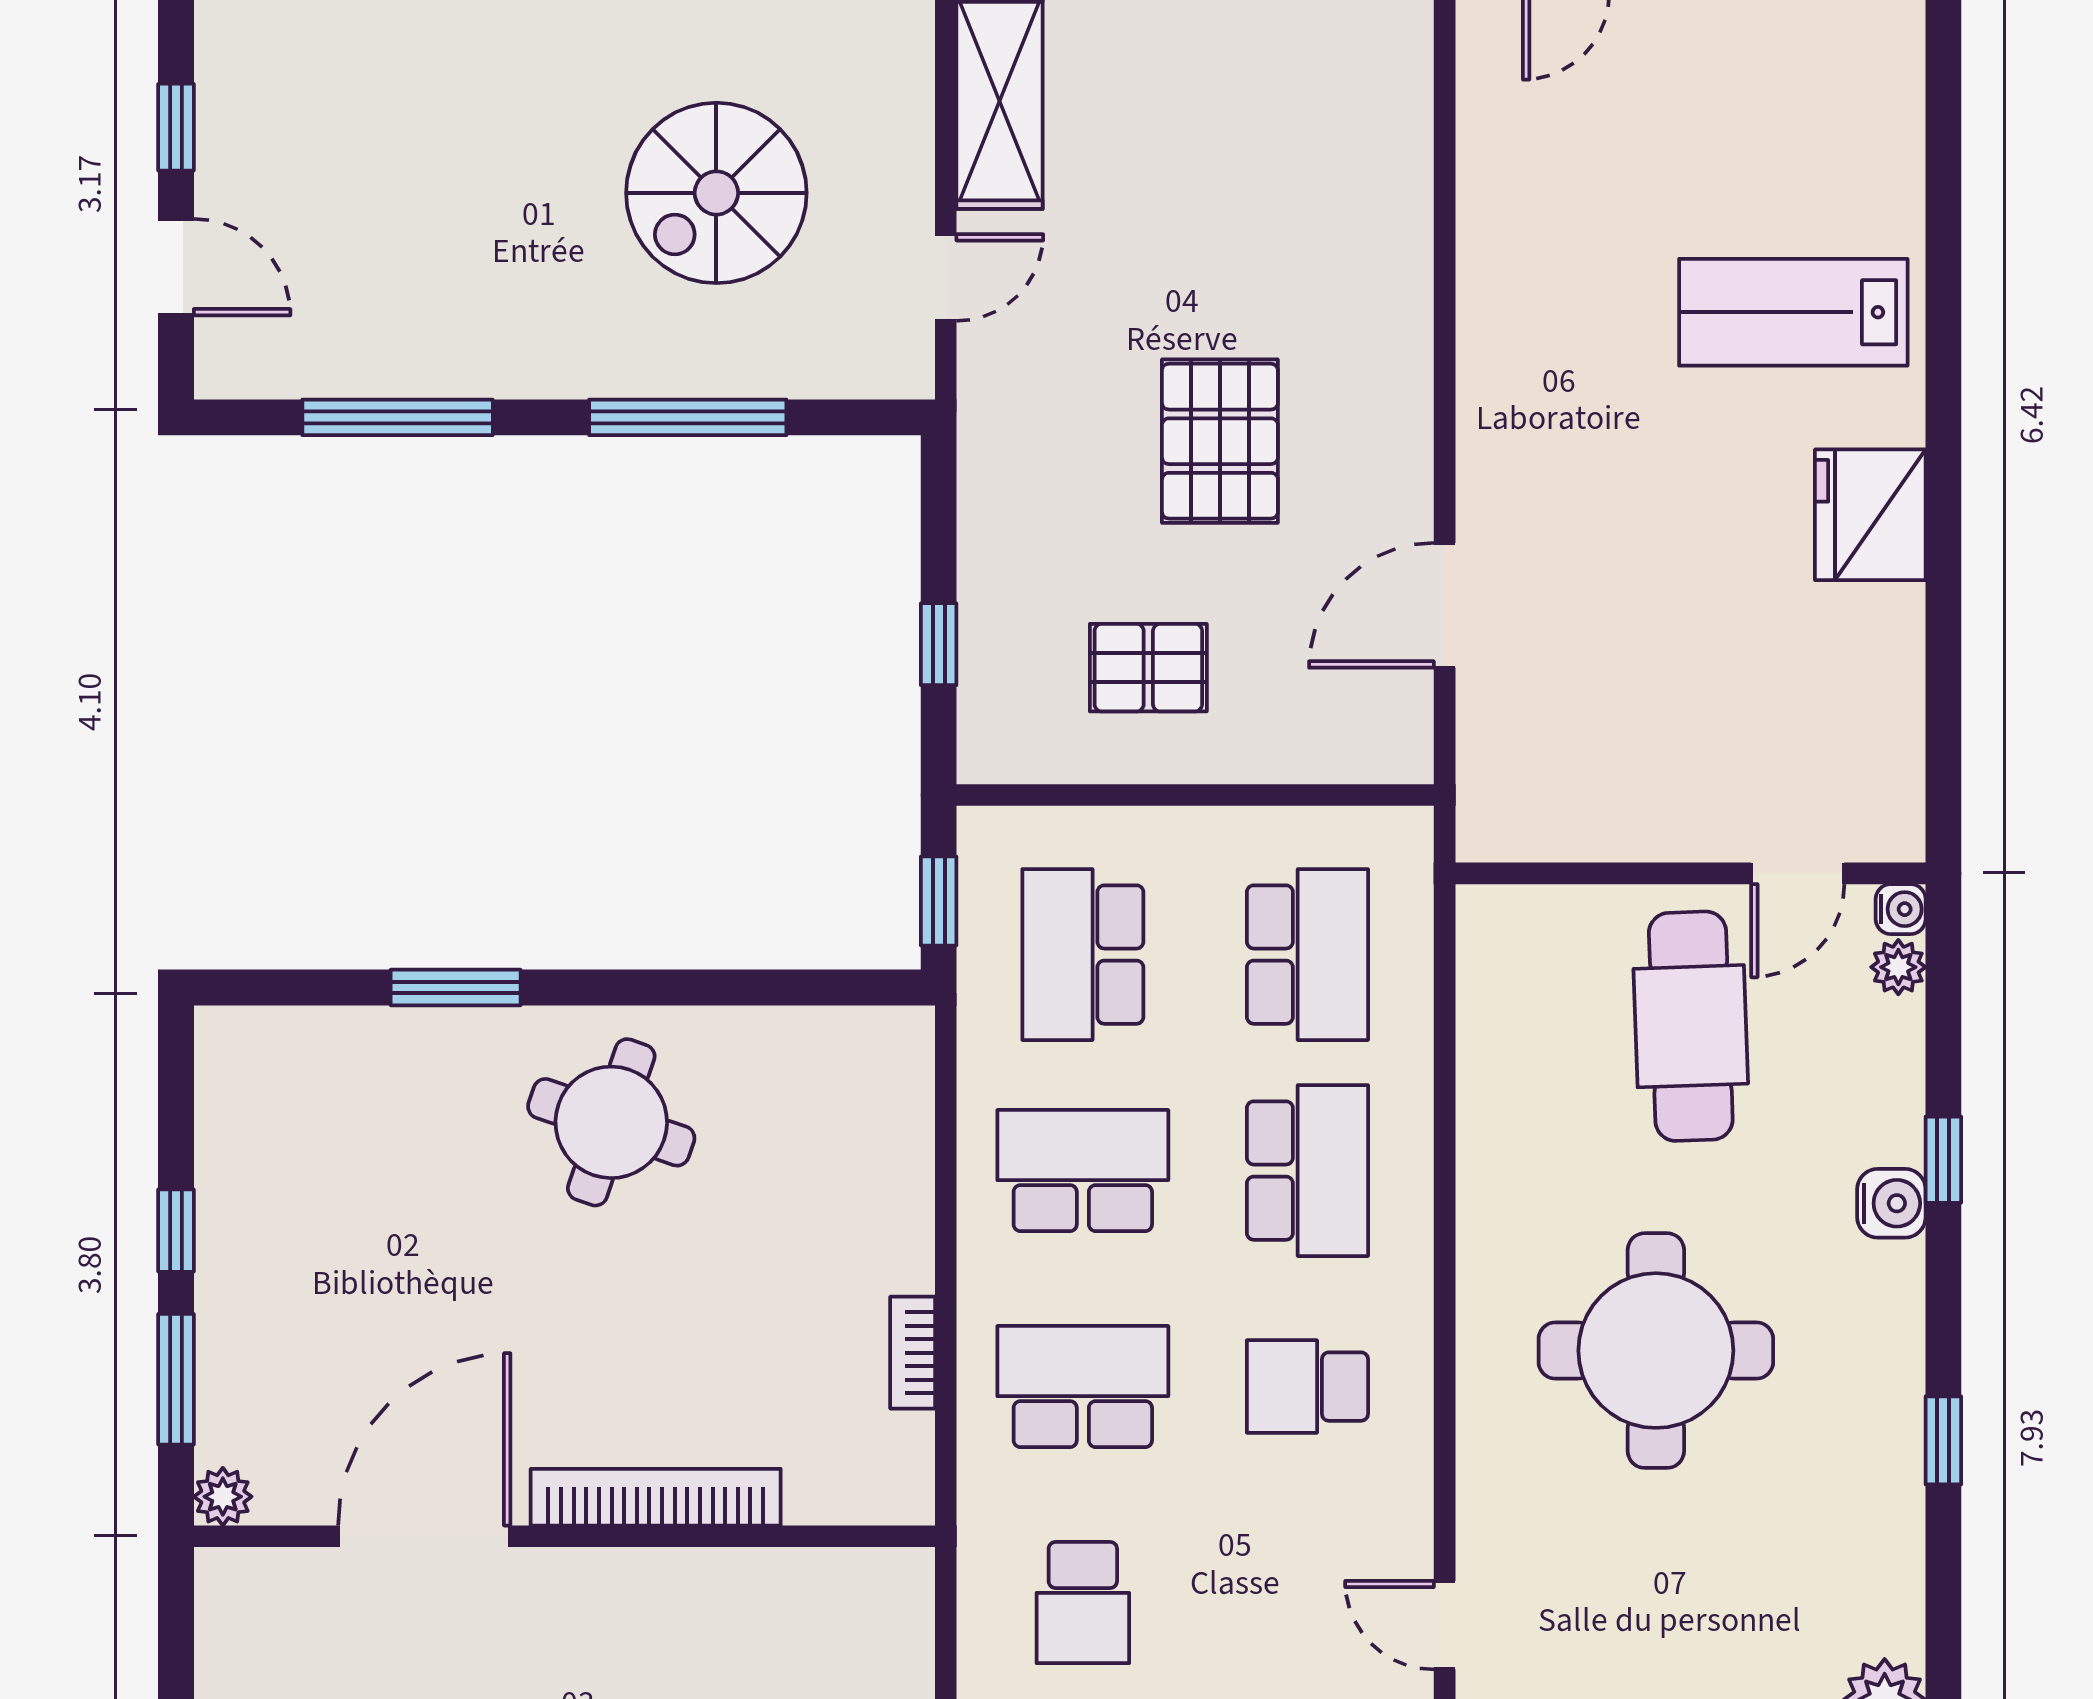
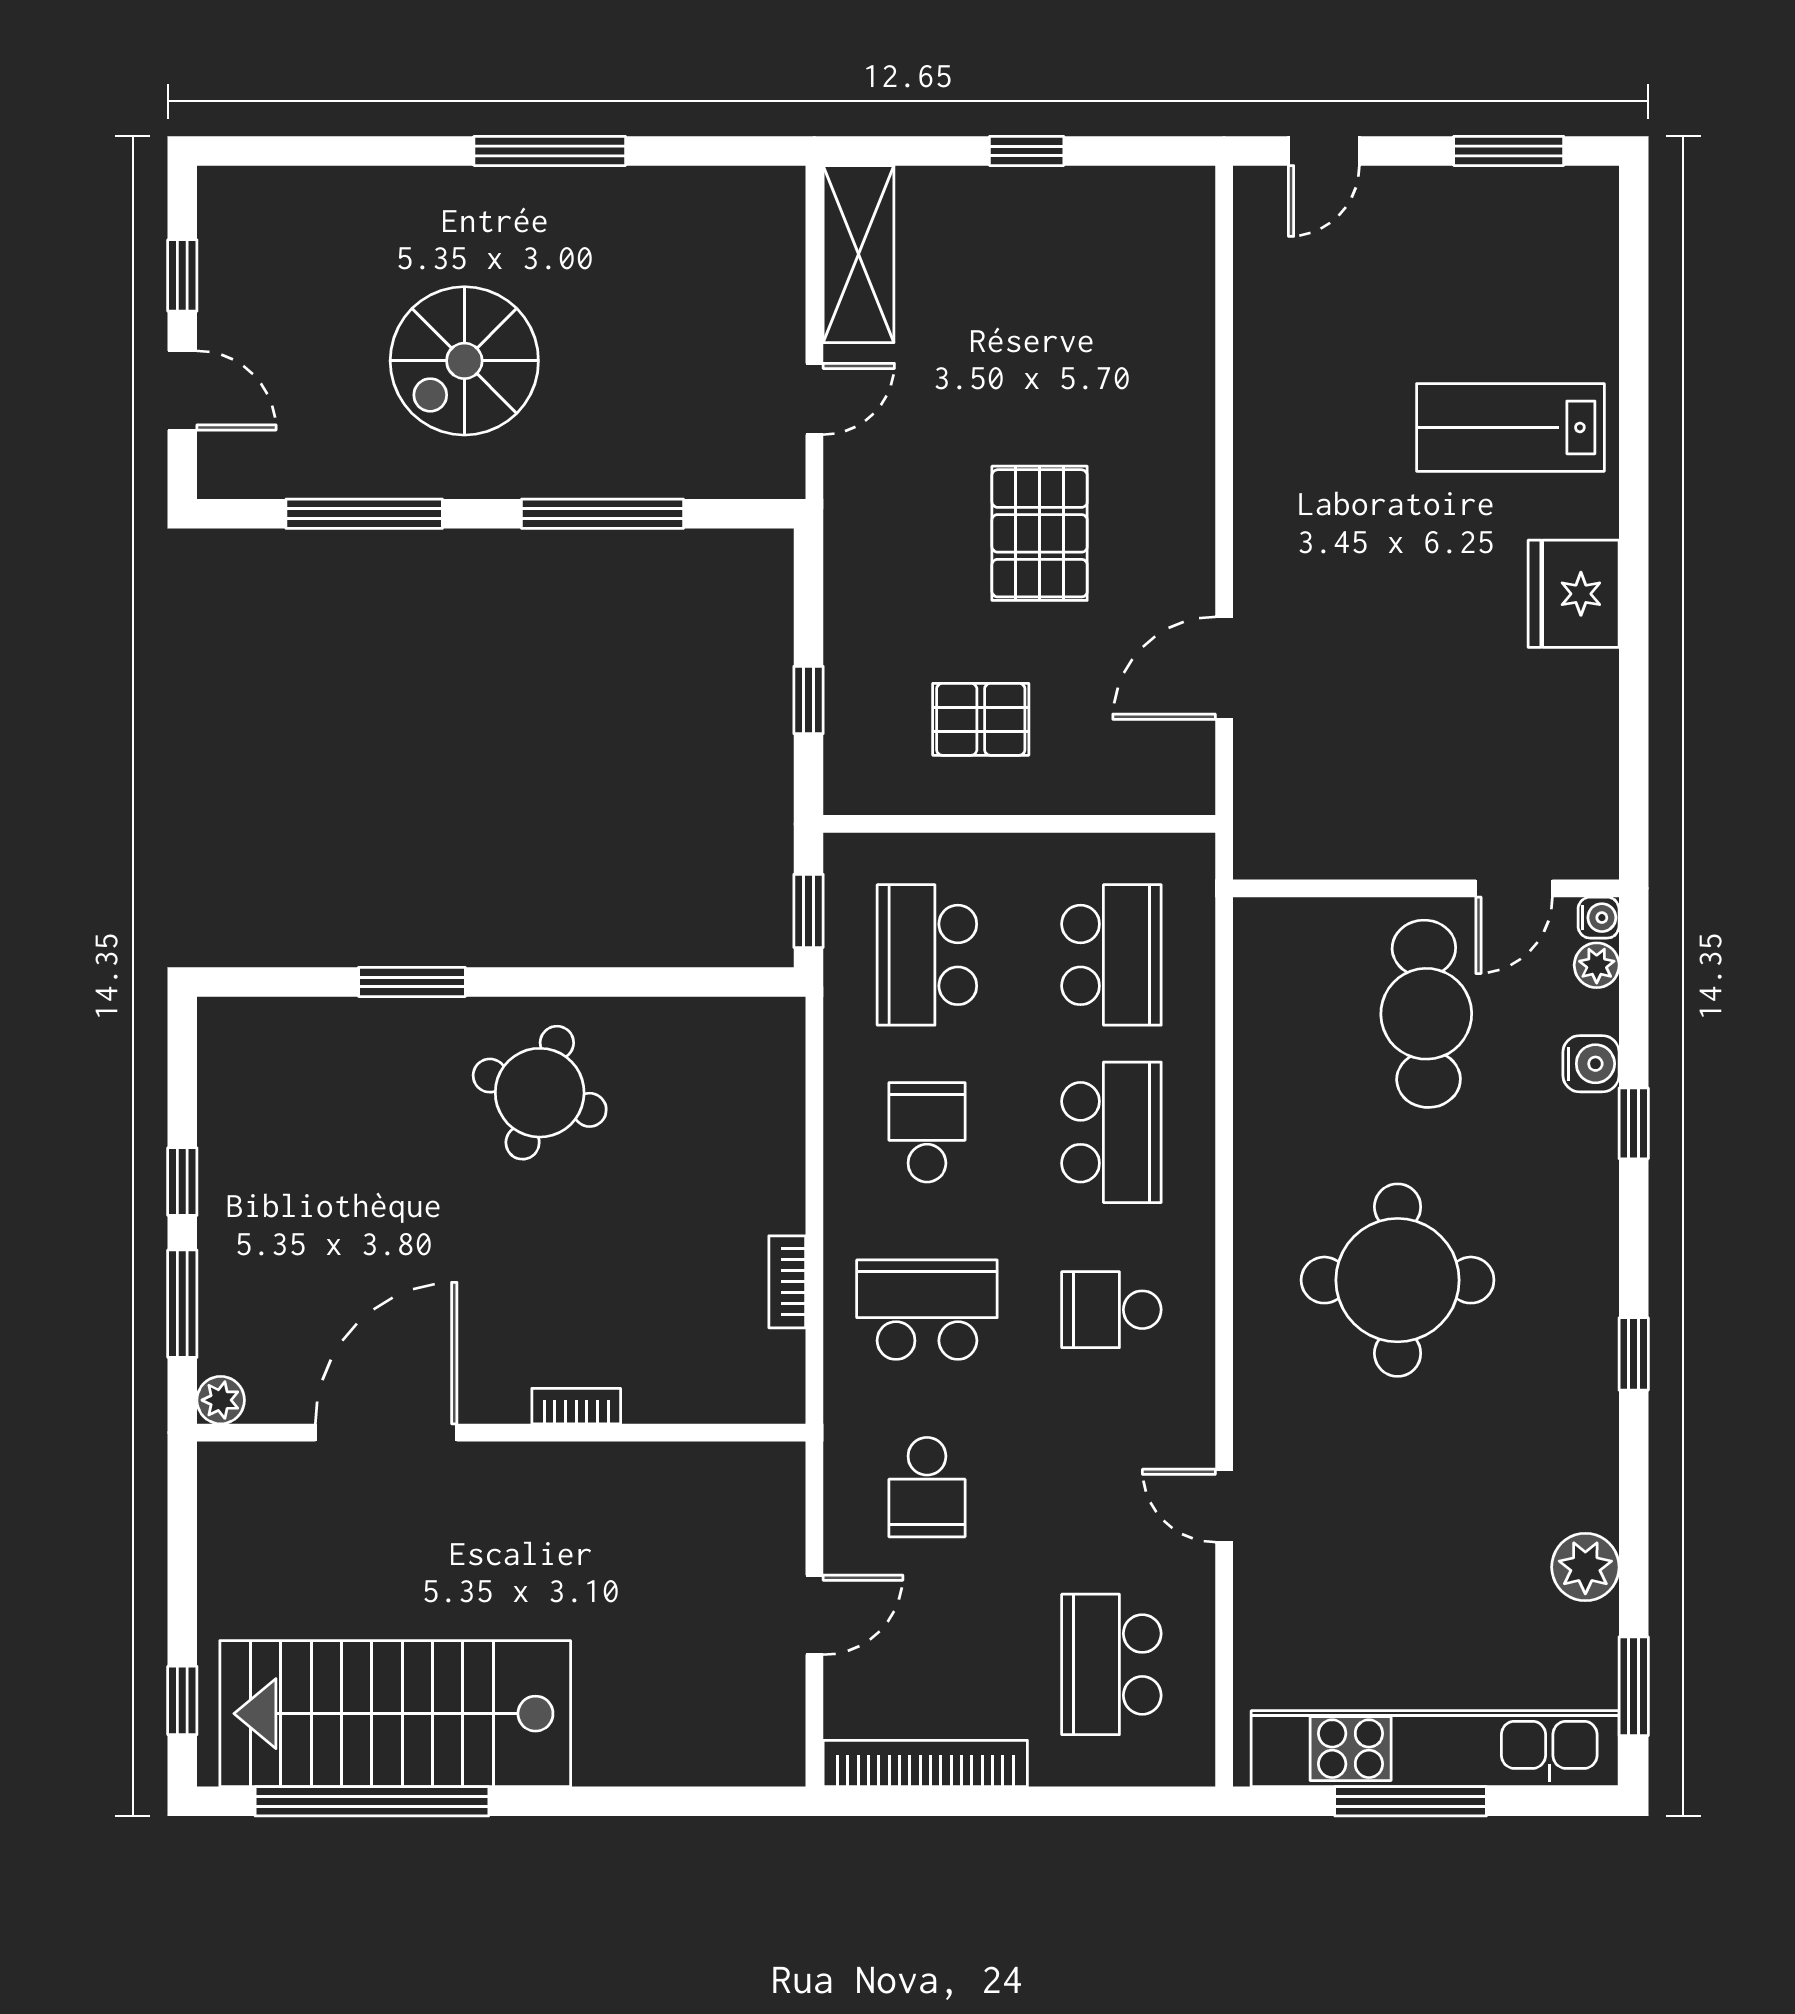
spiral stairs: (716, 193) -> (464, 361), moved
school desk: (1083, 1171) -> (927, 1132), width x0.54
water cooler: (1891, 1203) -> (1591, 1064), moved
bookcase: (656, 1497) -> (576, 1406), width x0.43, depth x0.76

